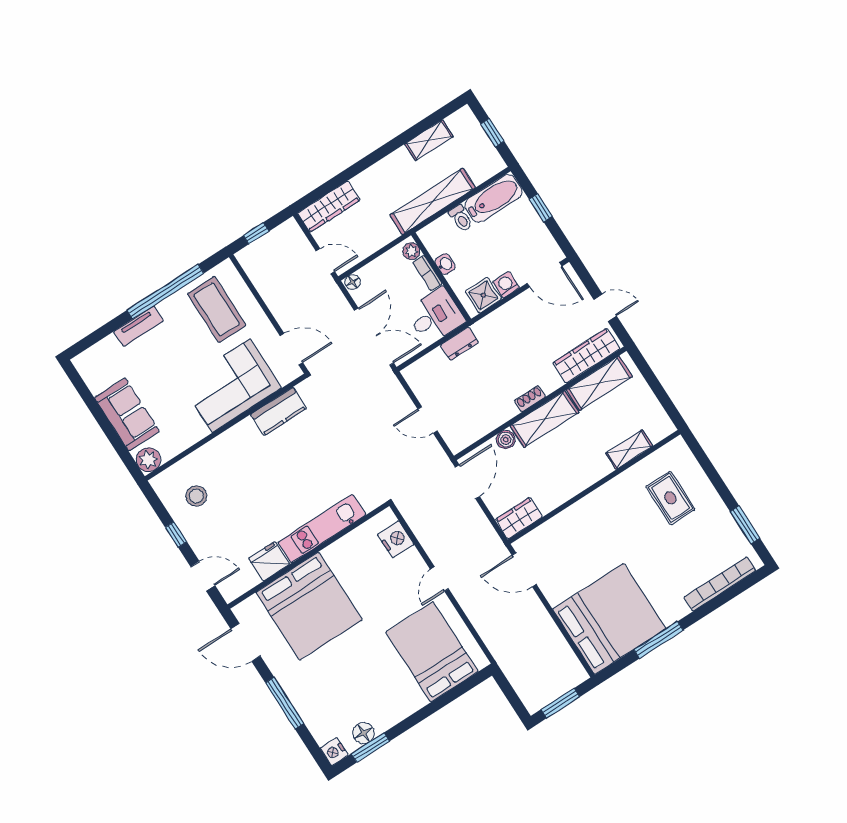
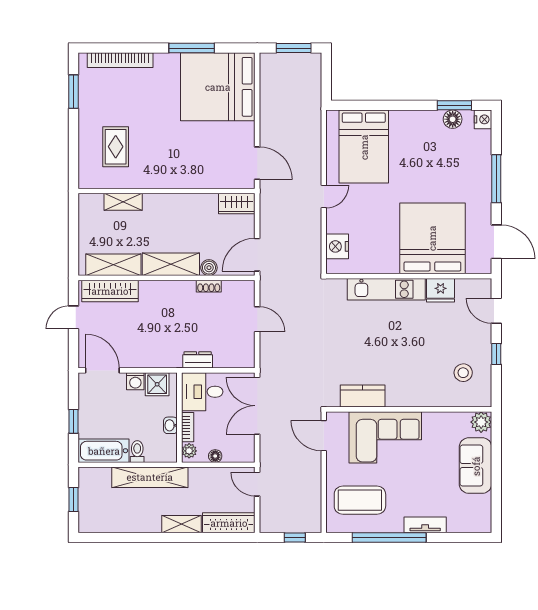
shelving: (429, 140) -> (181, 524), moved
floor lamp: (353, 282) -> (215, 456), moved
door: (605, 308) -> (73, 317), hinge flipped
coffee table: (217, 310) -> (360, 500), turned 90
shoe rack: (530, 399) -> (209, 286), moved

